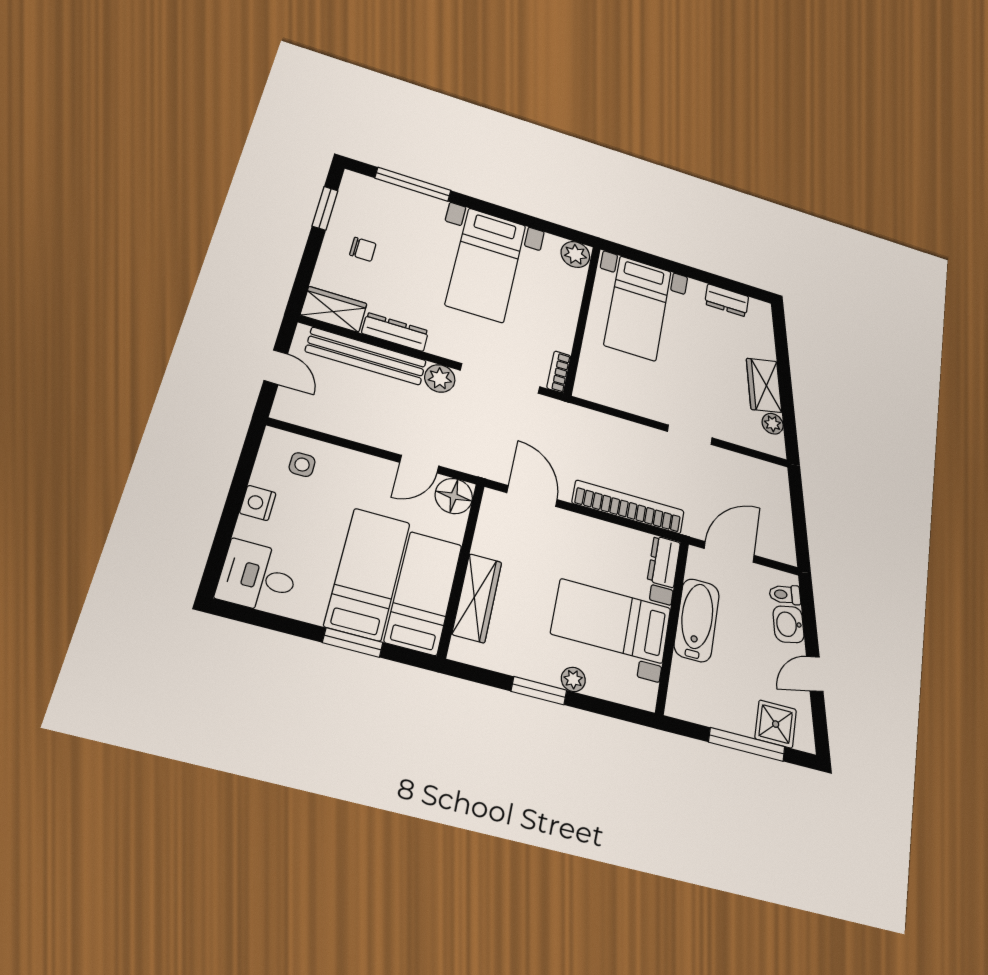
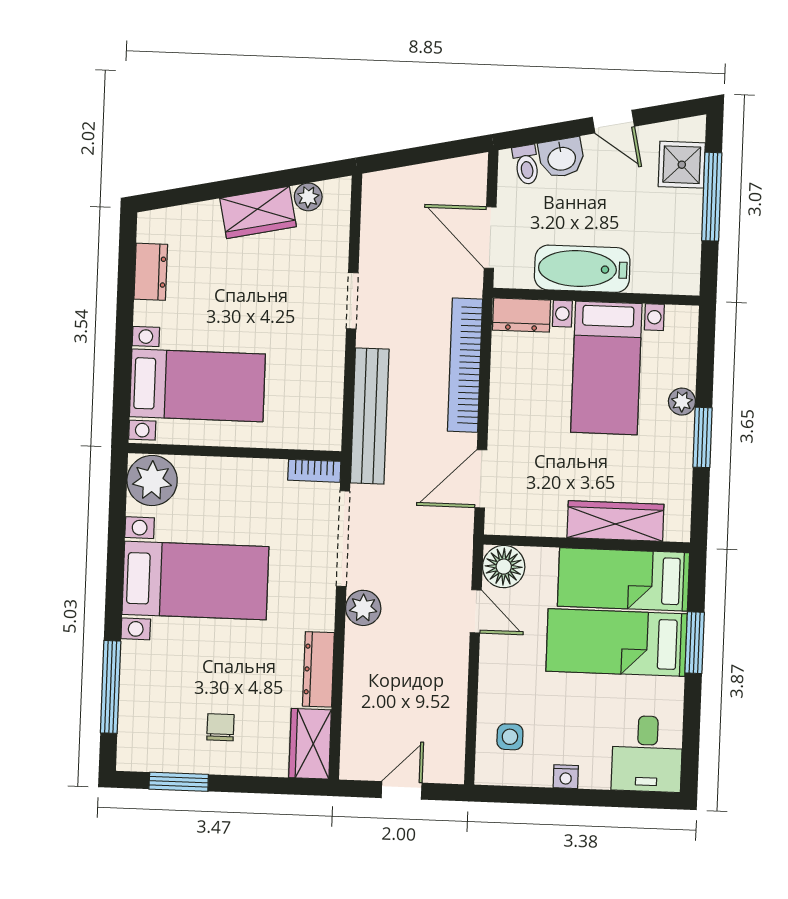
plant: (575, 254) -> (152, 481), width x1.36, depth x1.36
bench: (366, 356) -> (370, 416), moved
nightstand: (258, 503) -> (566, 777), width x0.72, depth x0.74

